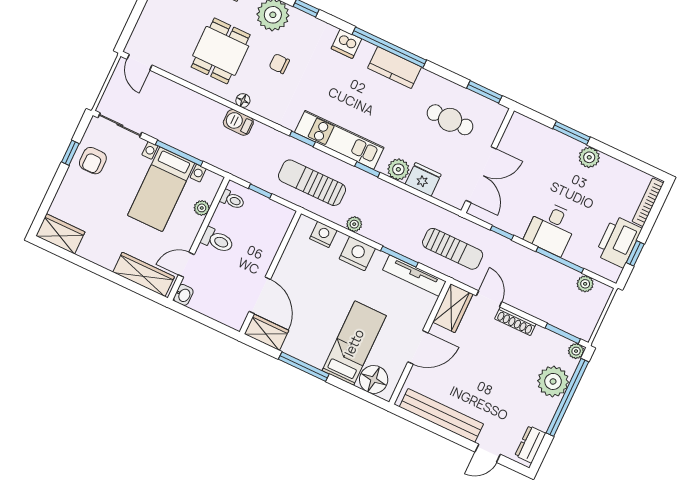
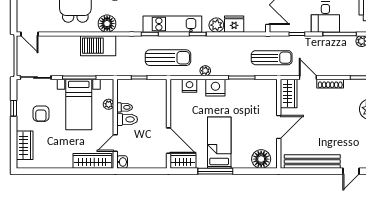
floor lamp: (243, 100) -> (107, 24), width x1.89, depth x1.89
barbecue: (238, 122) -> (98, 46), width x1.88, depth x1.53
armchair: (93, 161) -> (41, 114), moved
sun lounger: (312, 183) -> (168, 58), turned 180
toilet: (232, 200) -> (125, 107), moved
wardrobe: (60, 234) -> (25, 145), moved, turned 90
tv unit: (414, 276) -> (256, 85), removed
bed: (354, 343) -> (219, 143), moved

